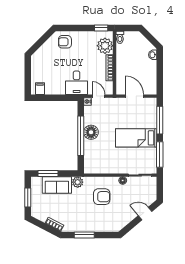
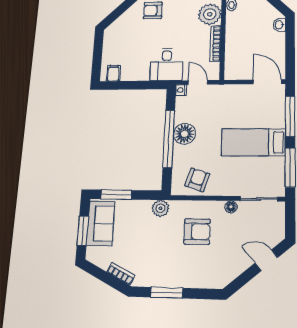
door: (134, 96) -> (267, 82), moved
armchair: (101, 163) -> (197, 180), added
sofa: (57, 185) -> (101, 223), moved, turned -90

